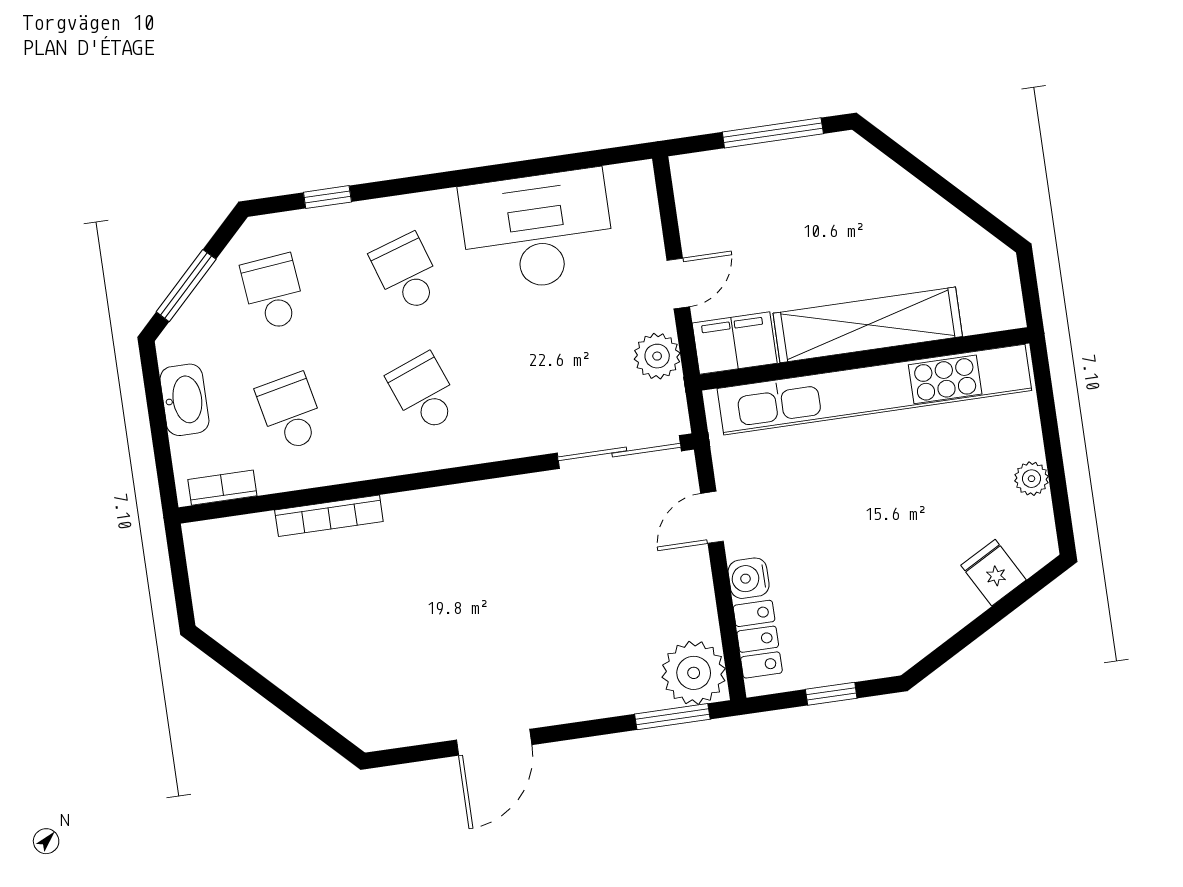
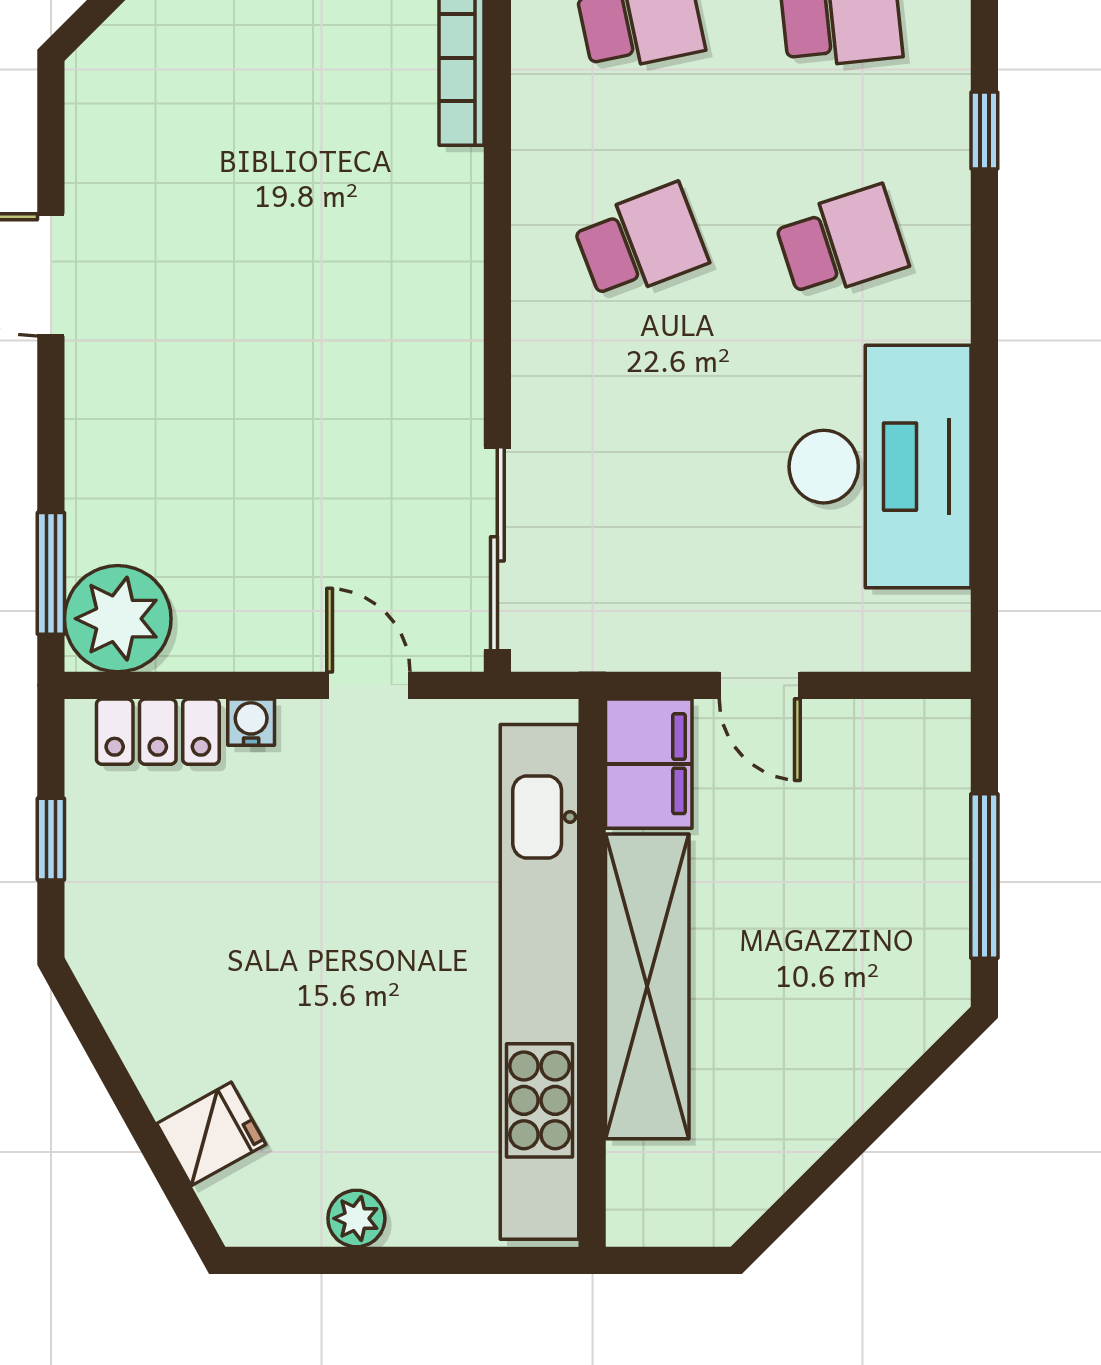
plant: (657, 356) -> (646, 634), removed
water cooler: (749, 578) -> (251, 722), width x0.72, depth x0.72

